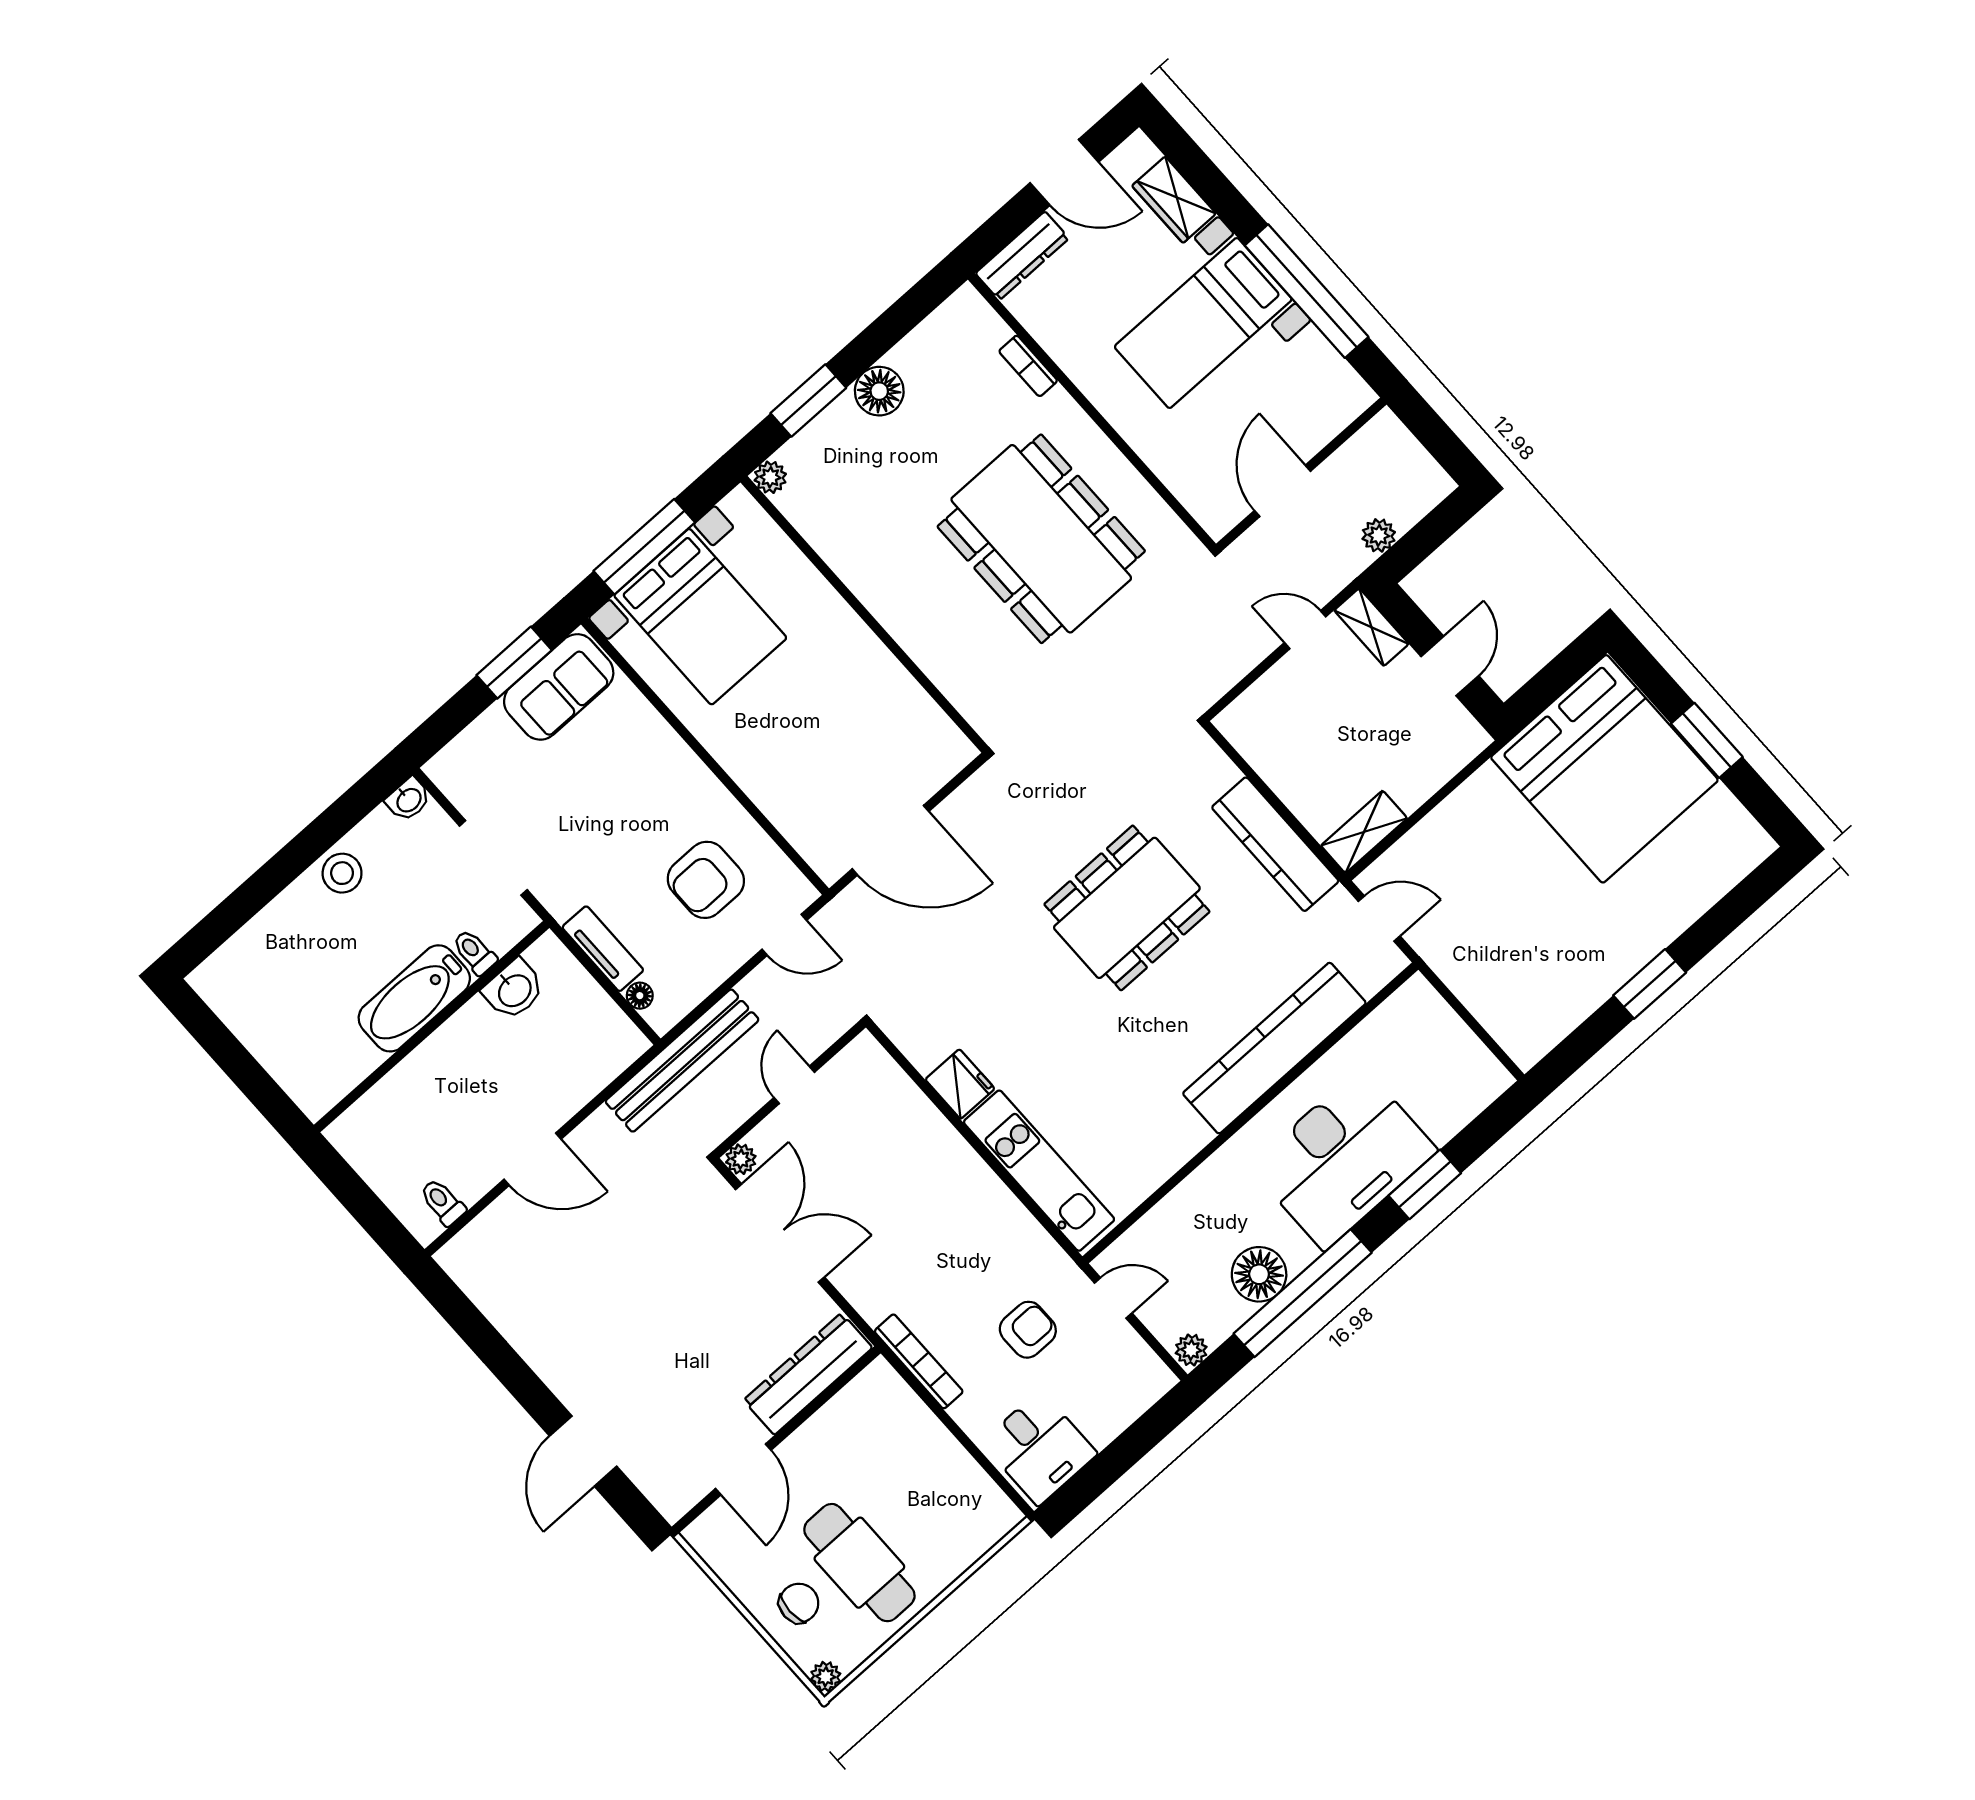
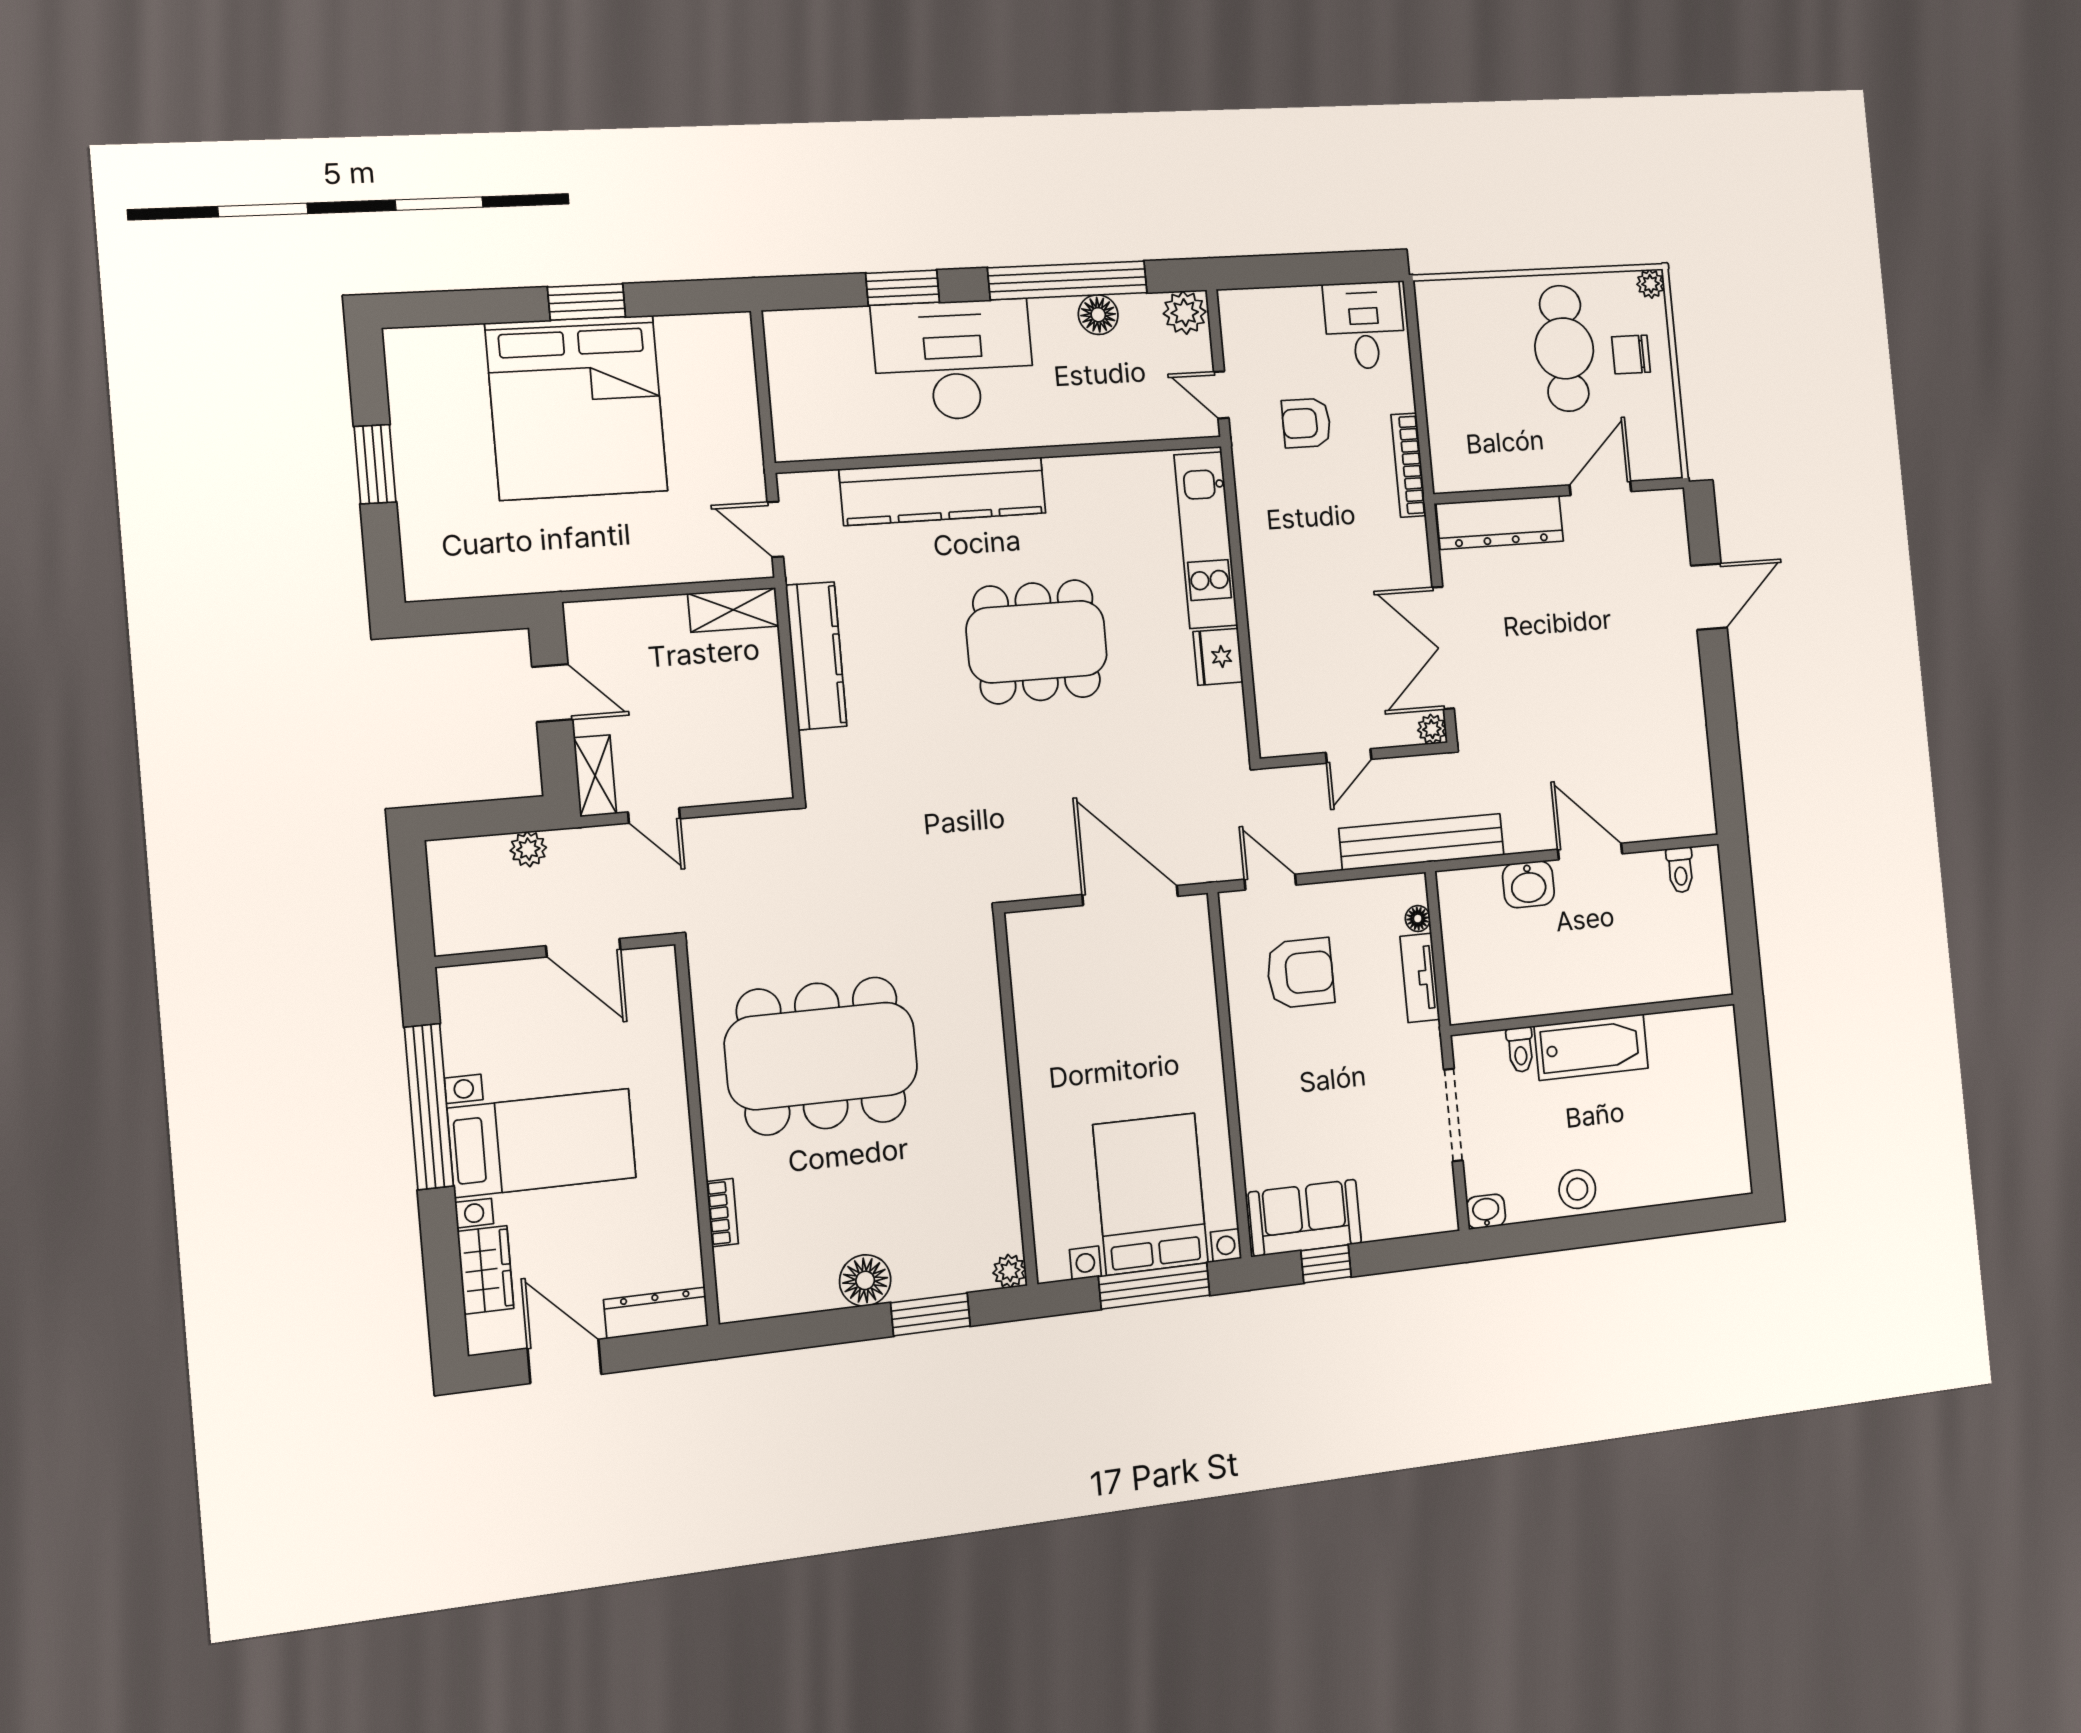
door: (1283, 491) -> (583, 948), hinge flipped
dining table: (1041, 539) -> (821, 1056), turned 90
window: (514, 663) -> (1326, 1264), width x0.67
door: (1450, 666) -> (552, 693), swing flipped
bed: (1604, 769) -> (577, 407), moved, turned 180
dining table: (1127, 908) -> (1037, 642), moved
washbasin: (514, 990) -> (1528, 884), moved, turned 180
floor lamp: (1259, 1274) -> (1098, 315), width x0.73, depth x0.73
plant: (1191, 1350) -> (1185, 313), width x1.38, depth x1.38

